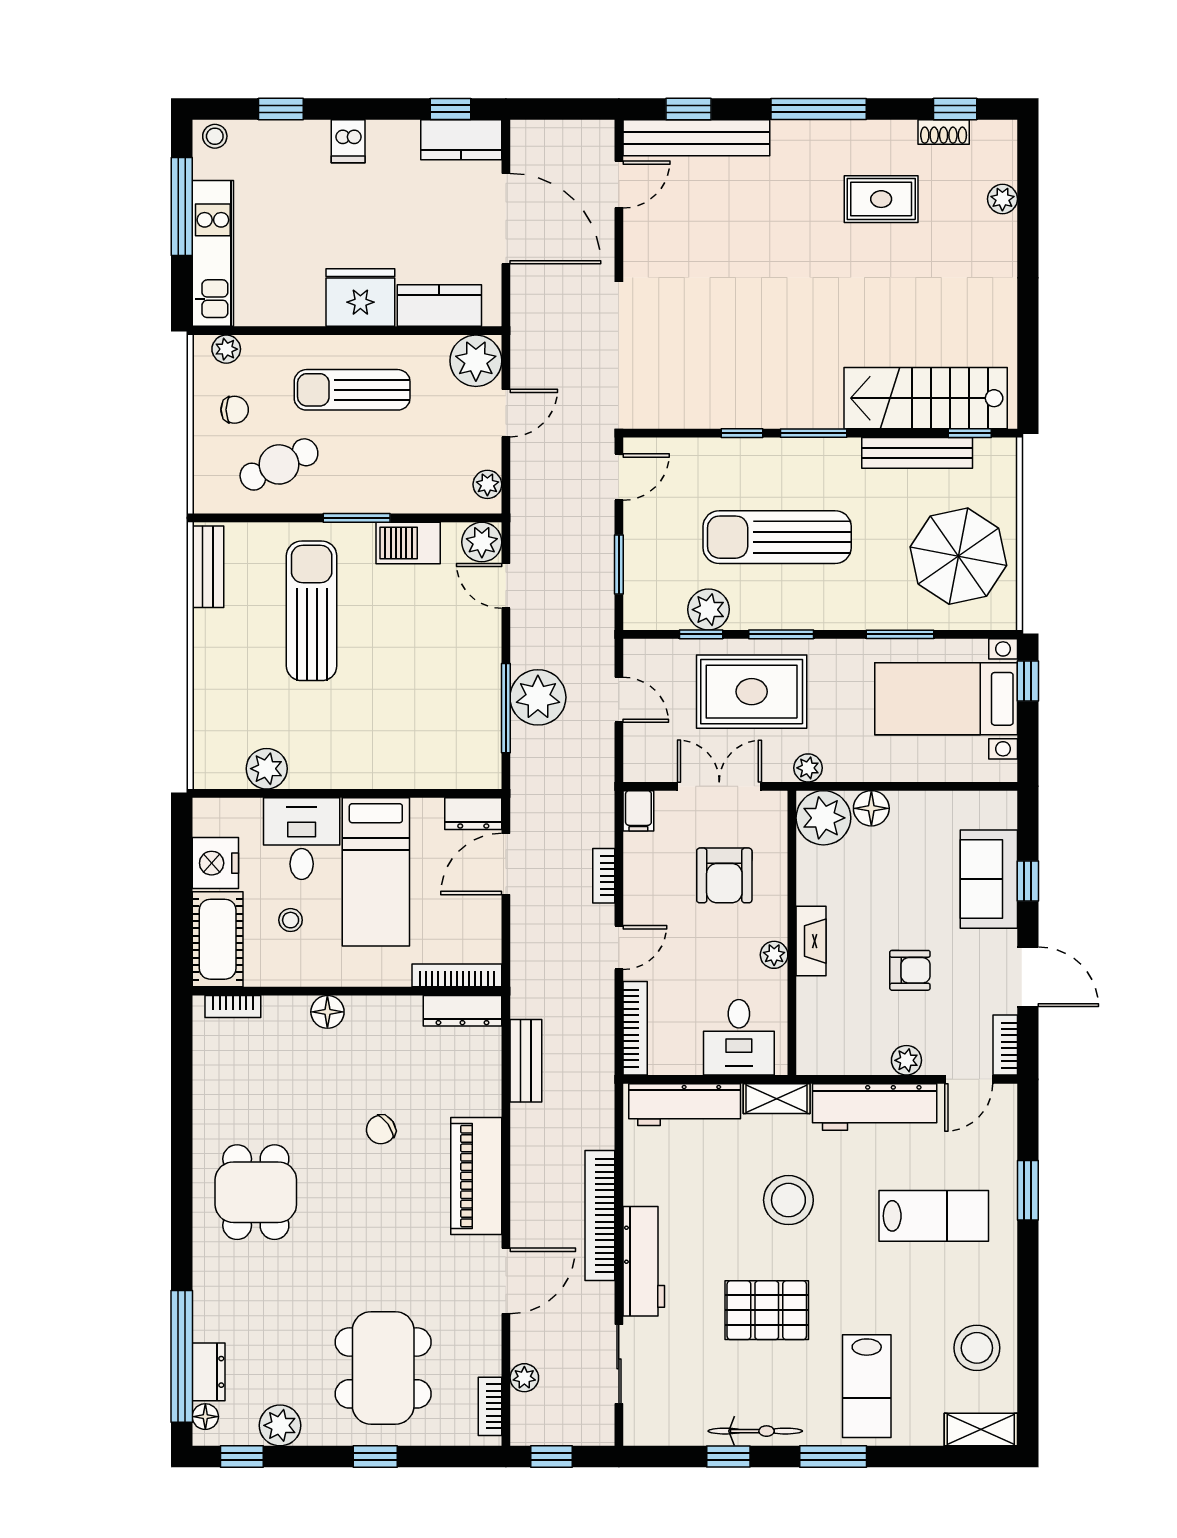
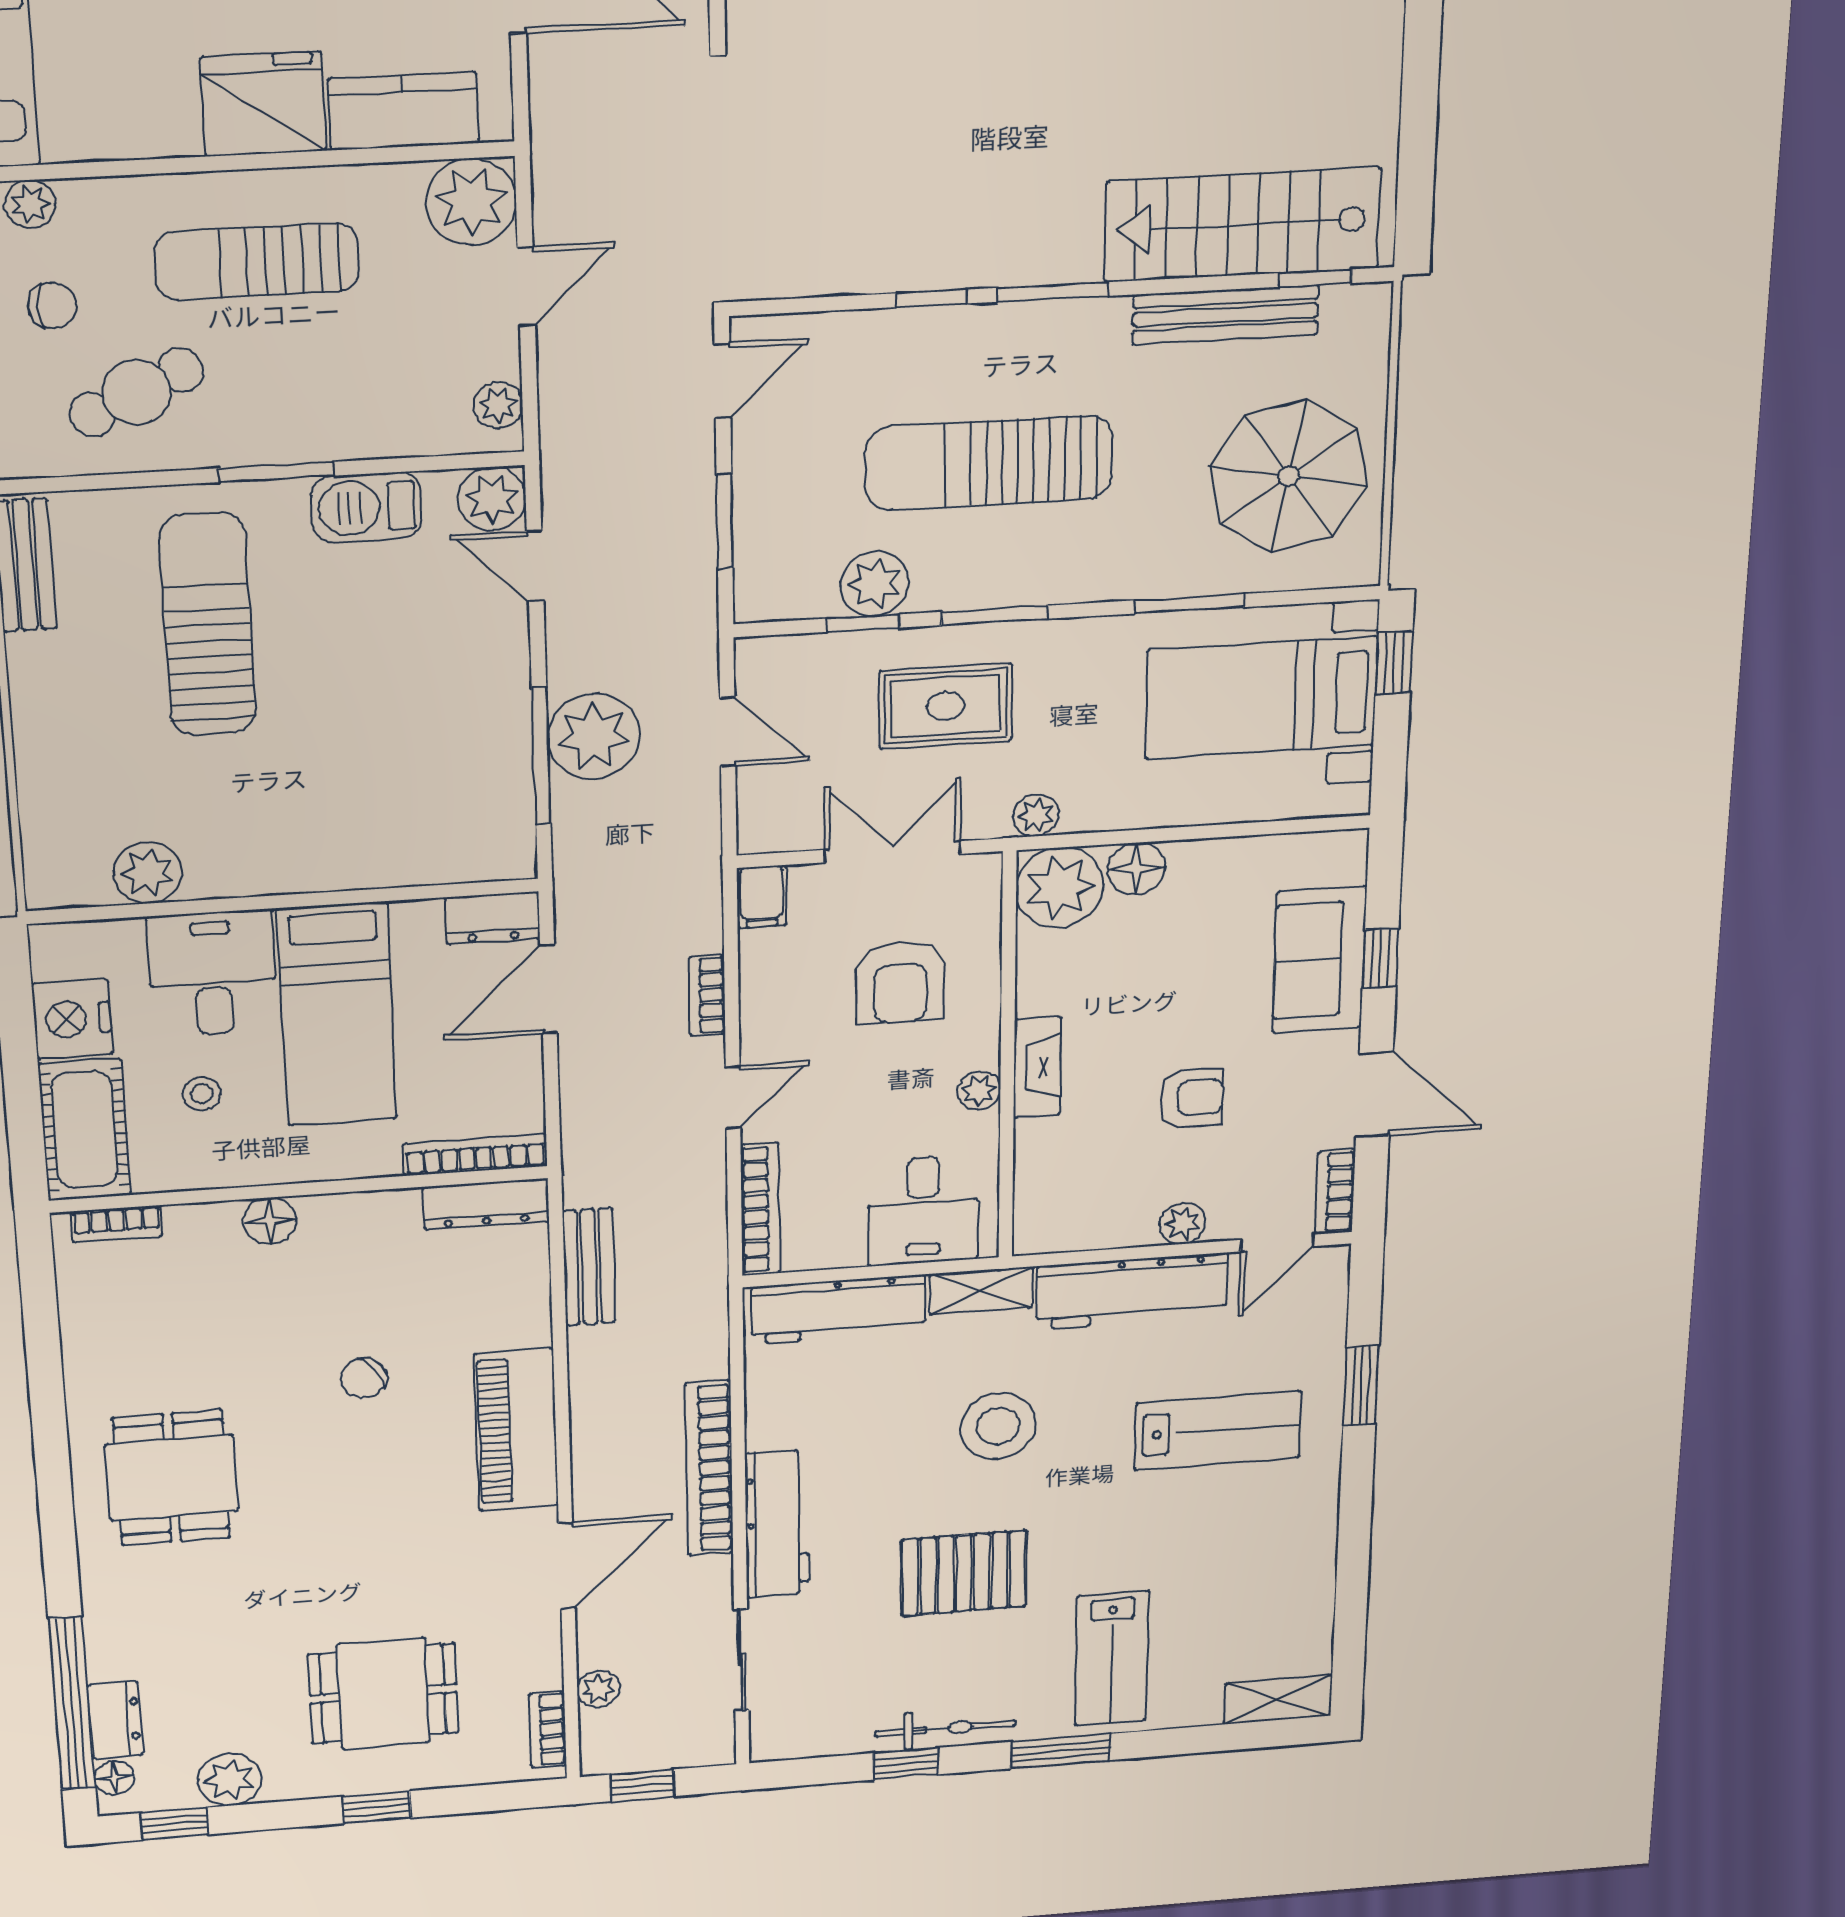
rug: (752, 692) -> (946, 706), width x0.73, depth x0.70
stool: (977, 1348) -> (1276, 1597), removed
dining table: (383, 1368) -> (383, 1694), width x0.73

